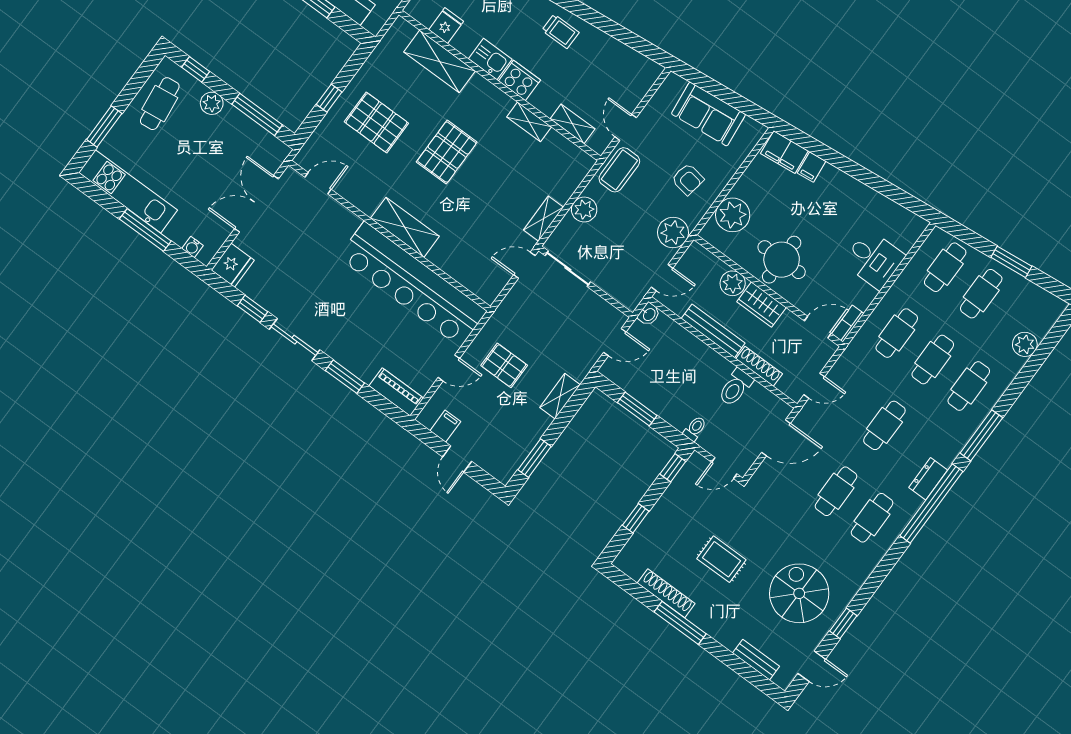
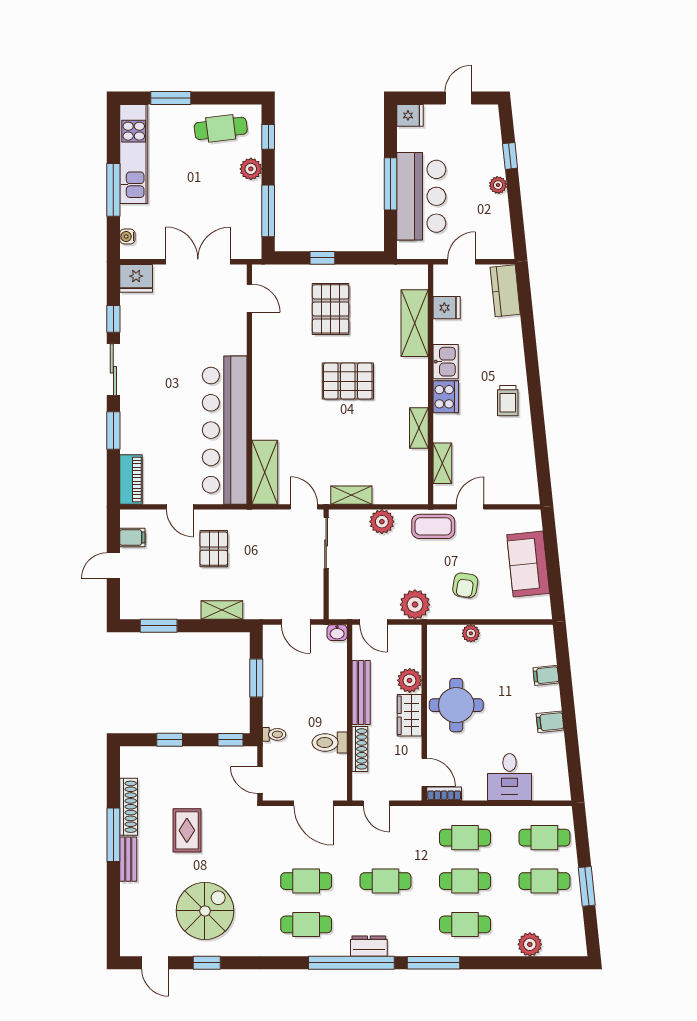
filing cabinet: (784, 152) -> (550, 722), moved, width x0.50
plant: (733, 215) -> (471, 633), width x0.53, depth x0.53
shelving: (405, 227) -> (265, 472), moved
bench: (756, 660) -> (128, 859), moved

